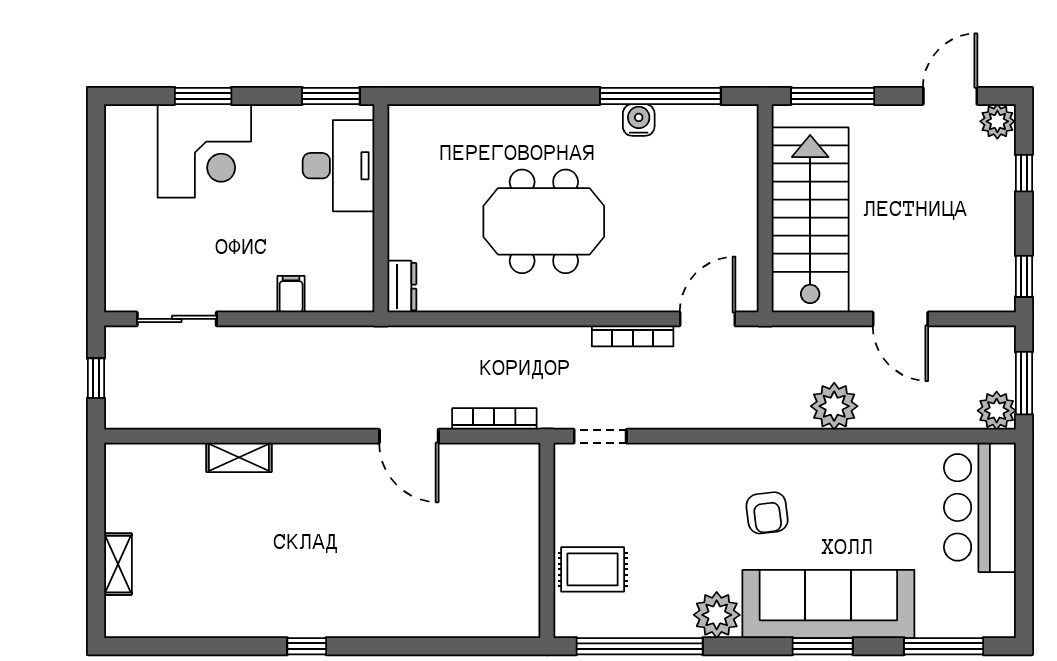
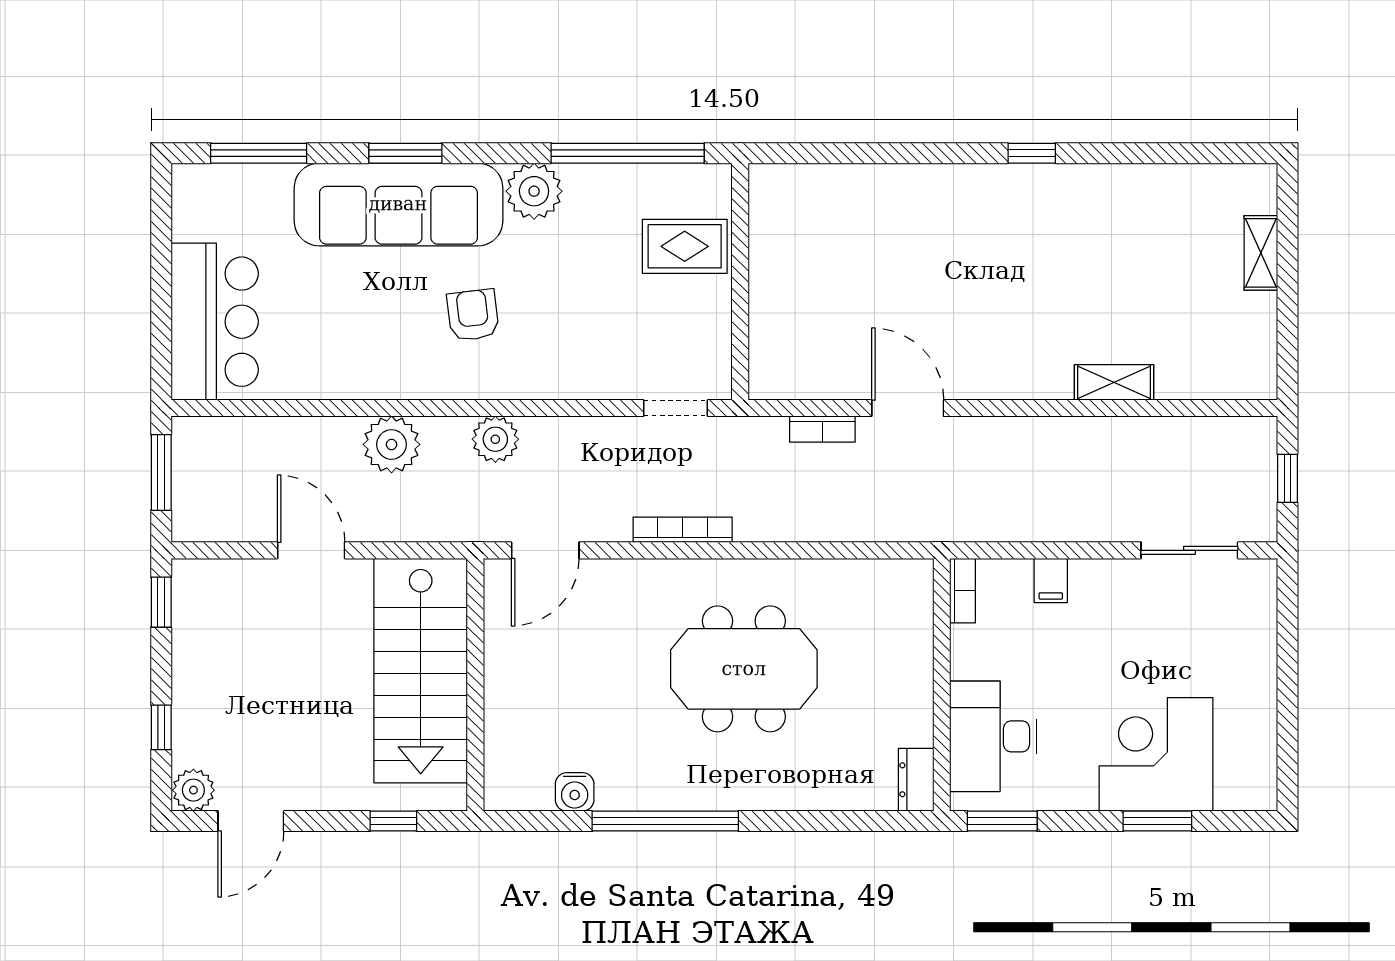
window: (660, 96) -> (665, 821), moved
window: (833, 96) -> (393, 821), width x0.46
water cooler: (639, 120) -> (575, 792), moved
bookcase: (364, 286) -> (963, 591), added
dresser: (402, 287) -> (916, 780), moved
bookcase: (633, 336) -> (683, 530), moved
plant: (997, 411) -> (495, 439), moved
bookcase: (494, 419) -> (822, 429), width x0.64

